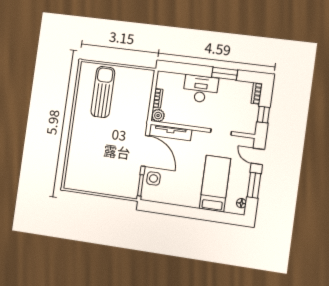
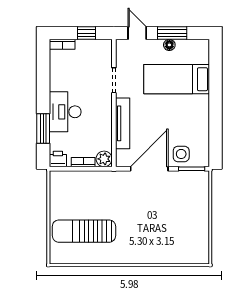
window: (225, 74) -> (43, 128), moved
printer: (163, 78) -> (58, 159), added
tv unit: (170, 132) -> (123, 123), moved
door: (258, 156) -> (137, 33), swing flipped
floor lamp: (241, 203) -> (169, 45), moved

